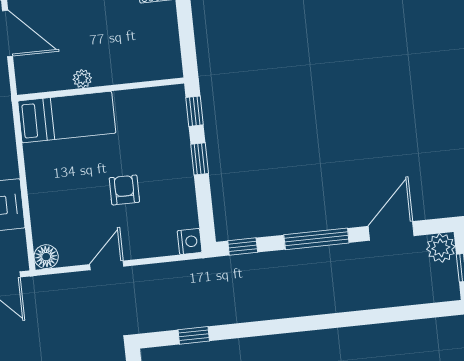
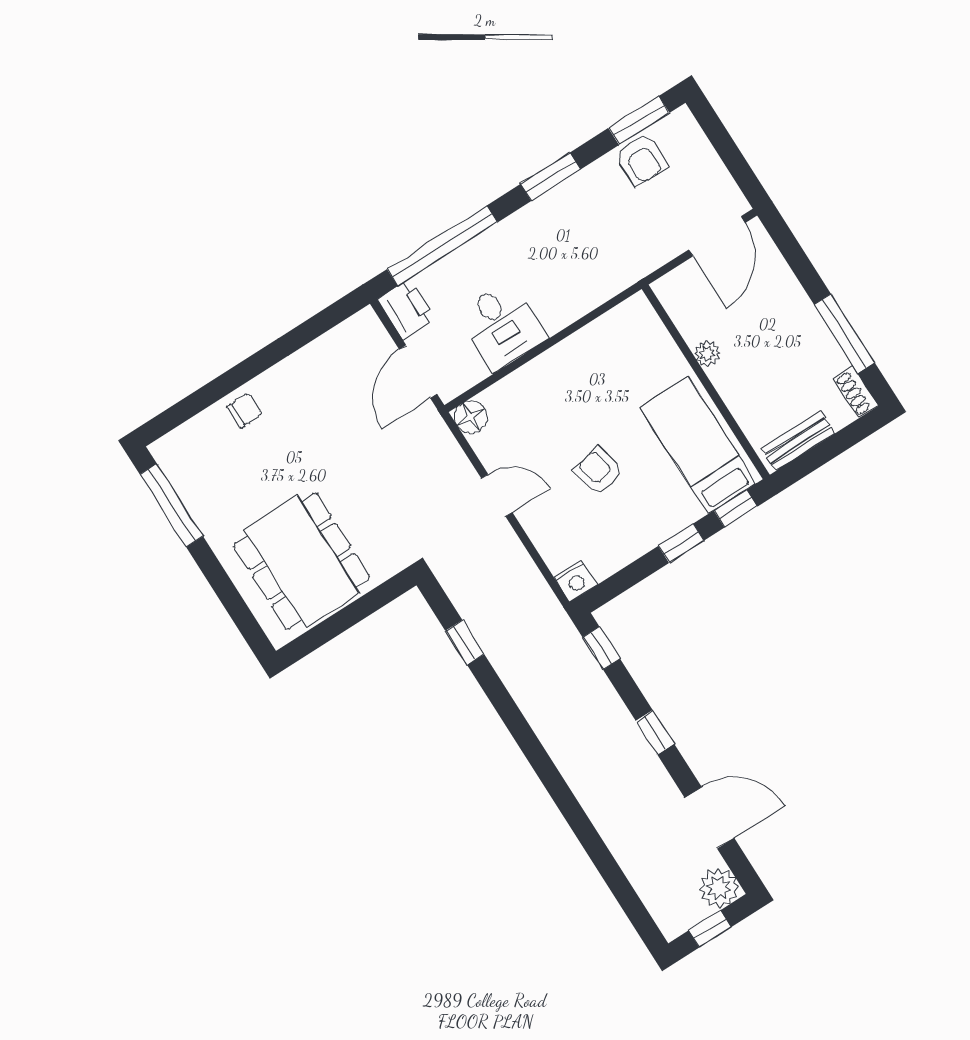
bench: (170, 47) -> (798, 441), added
bed: (67, 117) -> (698, 445), moved, turned 180
armchair: (124, 190) -> (598, 471), turned -103
window: (316, 239) -> (655, 732), width x0.46

